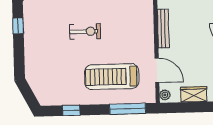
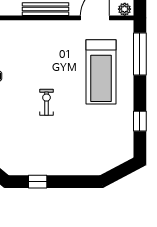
exercise bike: (85, 31) -> (46, 102), width x0.73, depth x0.72

